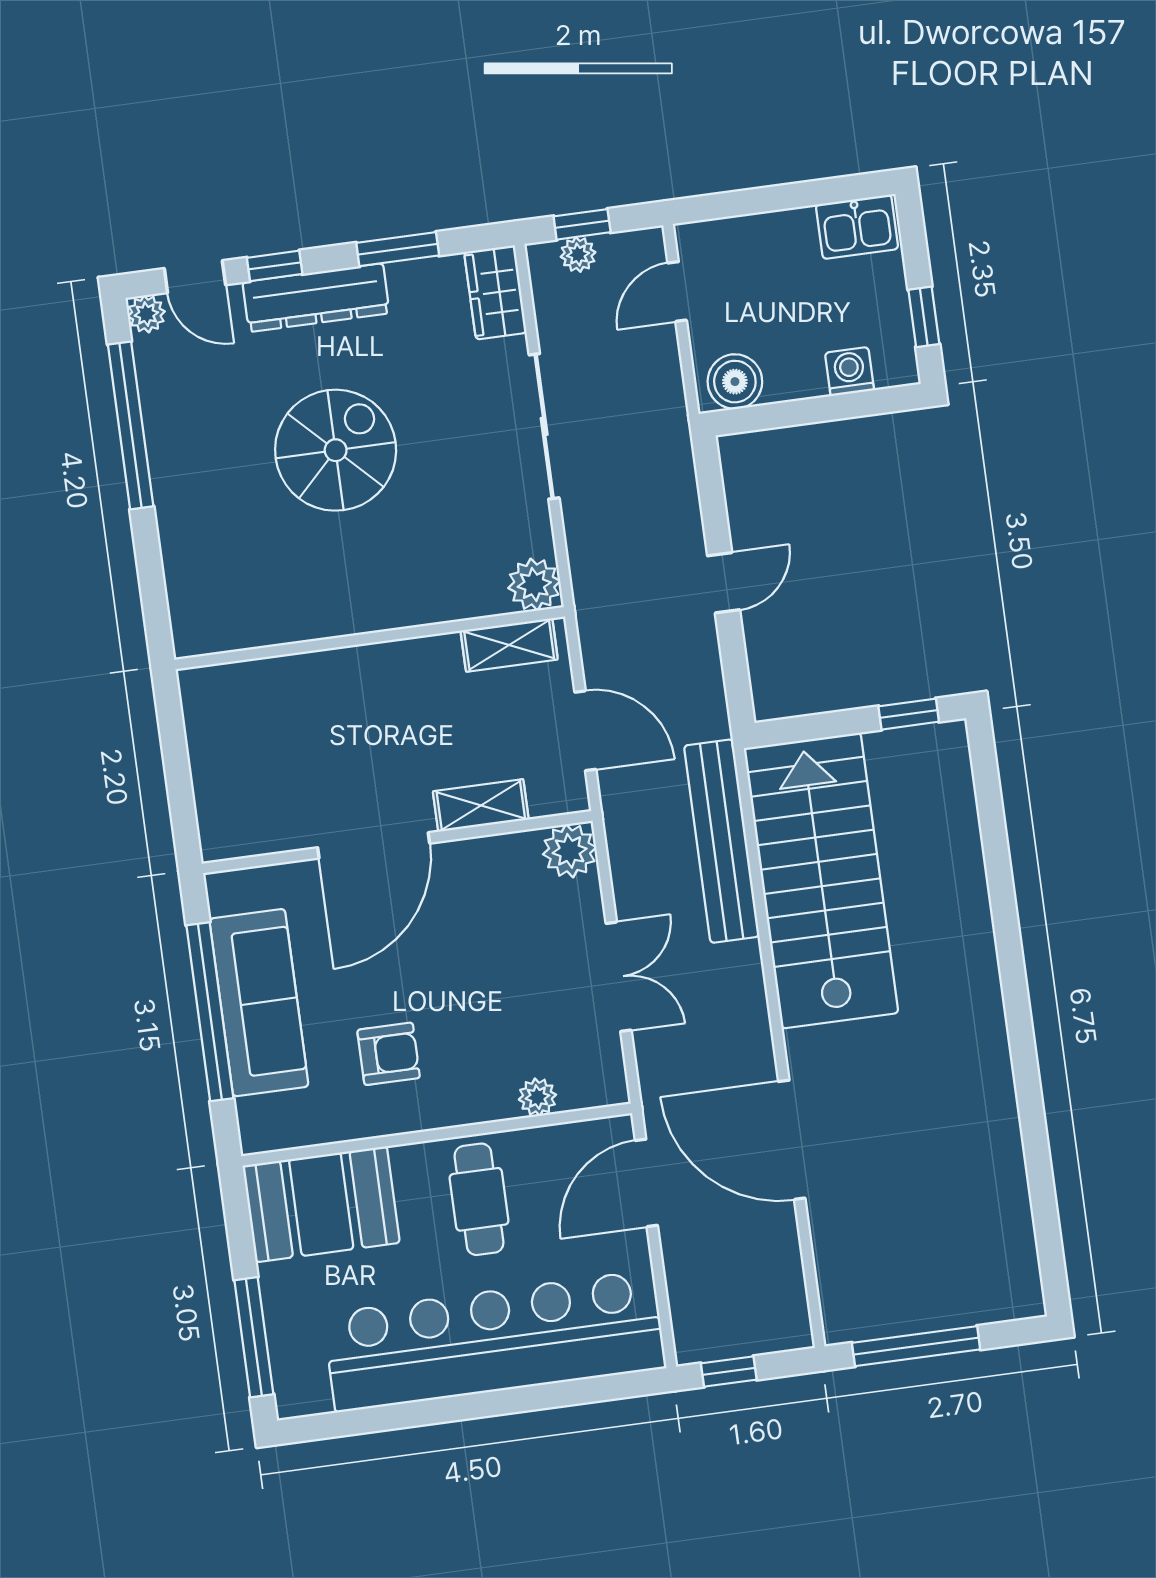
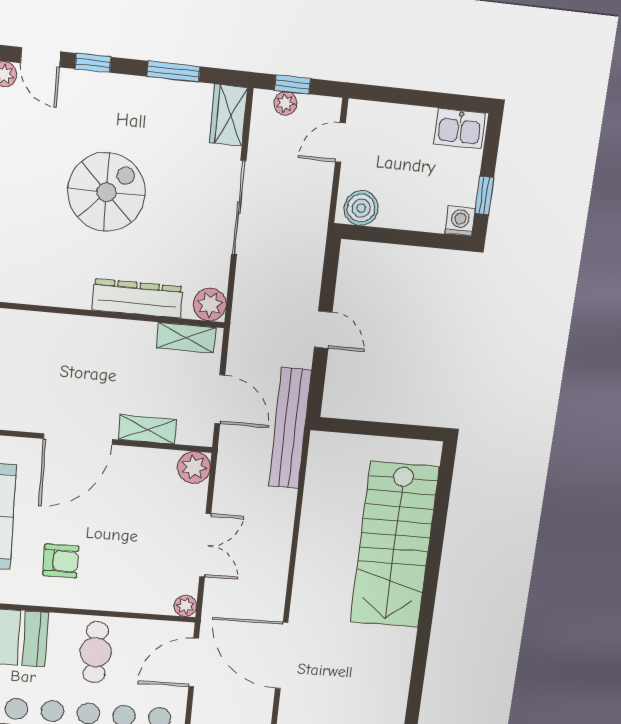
dresser: (316, 298) -> (137, 298), moved, turned 180
washing machine: (850, 372) -> (460, 221), moved
door: (724, 583) -> (323, 330), hinge flipped
window: (909, 714) -> (411, 432), removed
bench: (722, 841) -> (290, 428), moved
stairs: (821, 881) -> (394, 545), moved, turned 180
plant: (537, 1097) -> (185, 606), moved

